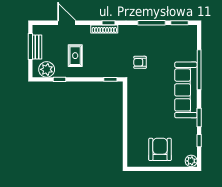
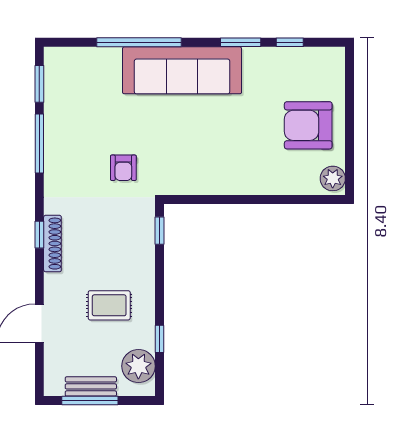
plant: (191, 161) -> (333, 178), moved

